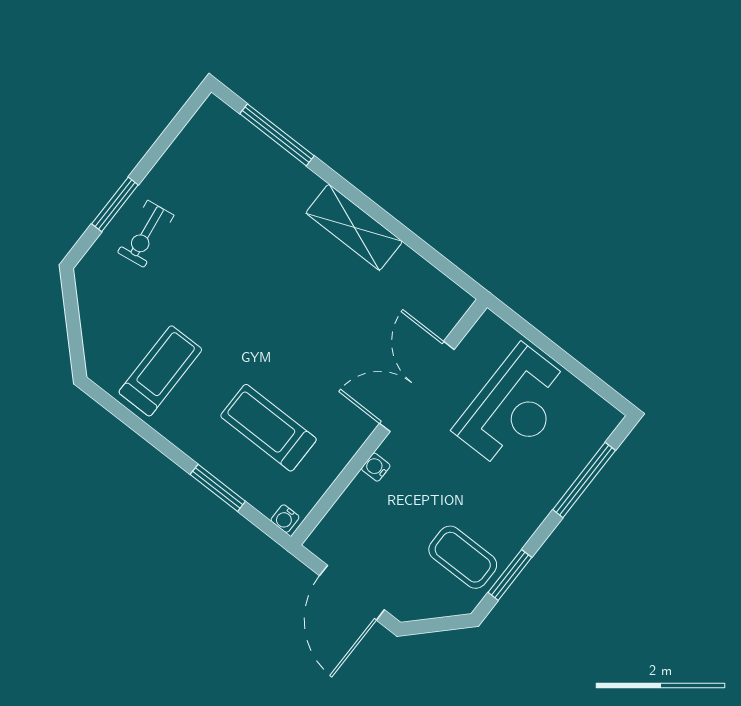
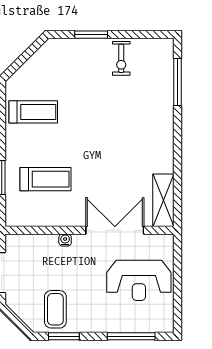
shelving: (354, 227) -> (163, 200), moved
exercise bike: (146, 234) -> (121, 58), moved, turned -82
treadmill: (268, 428) -> (46, 179), turned 90
water cooler: (285, 519) -> (11, 218), removed

